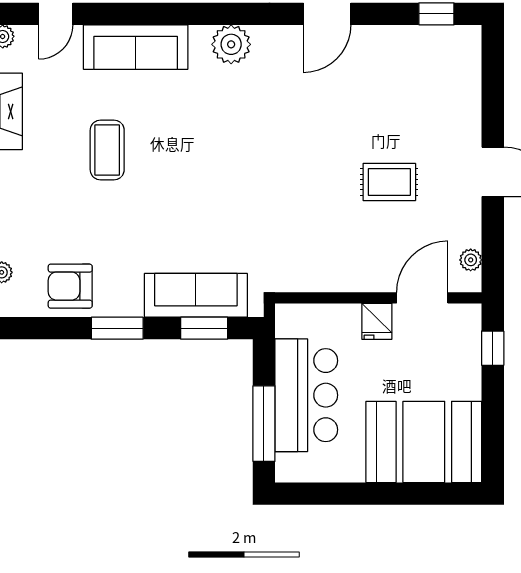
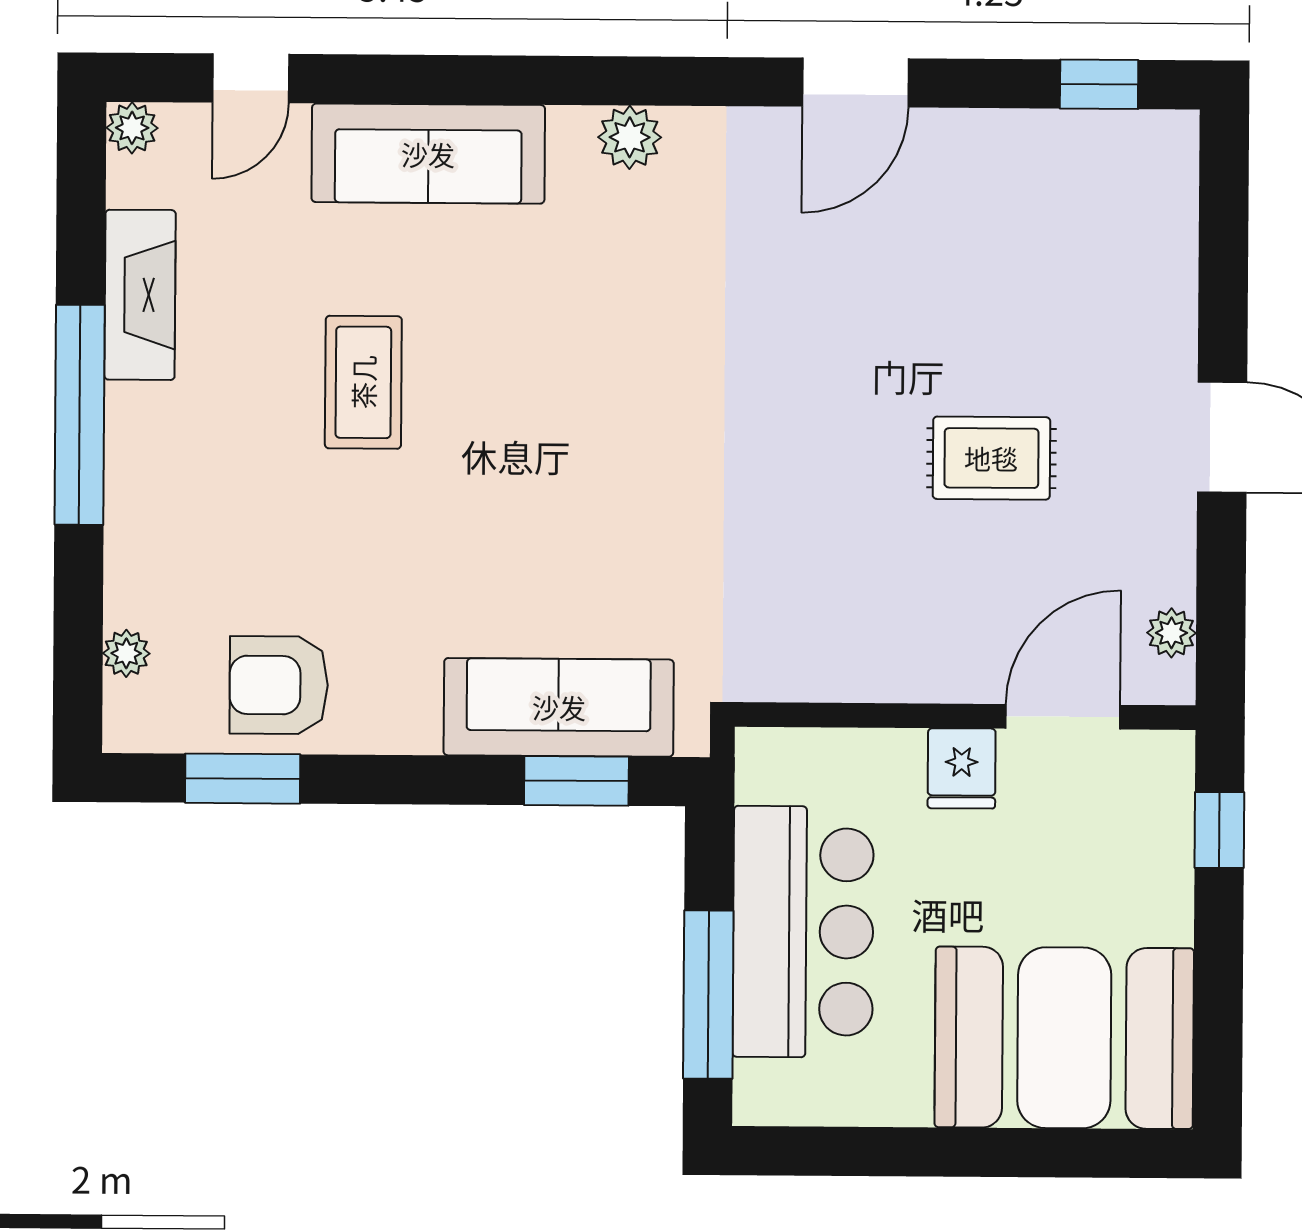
plant: (231, 44) -> (630, 137), width x0.73, depth x0.73
window: (117, 328) -> (243, 779), moved

